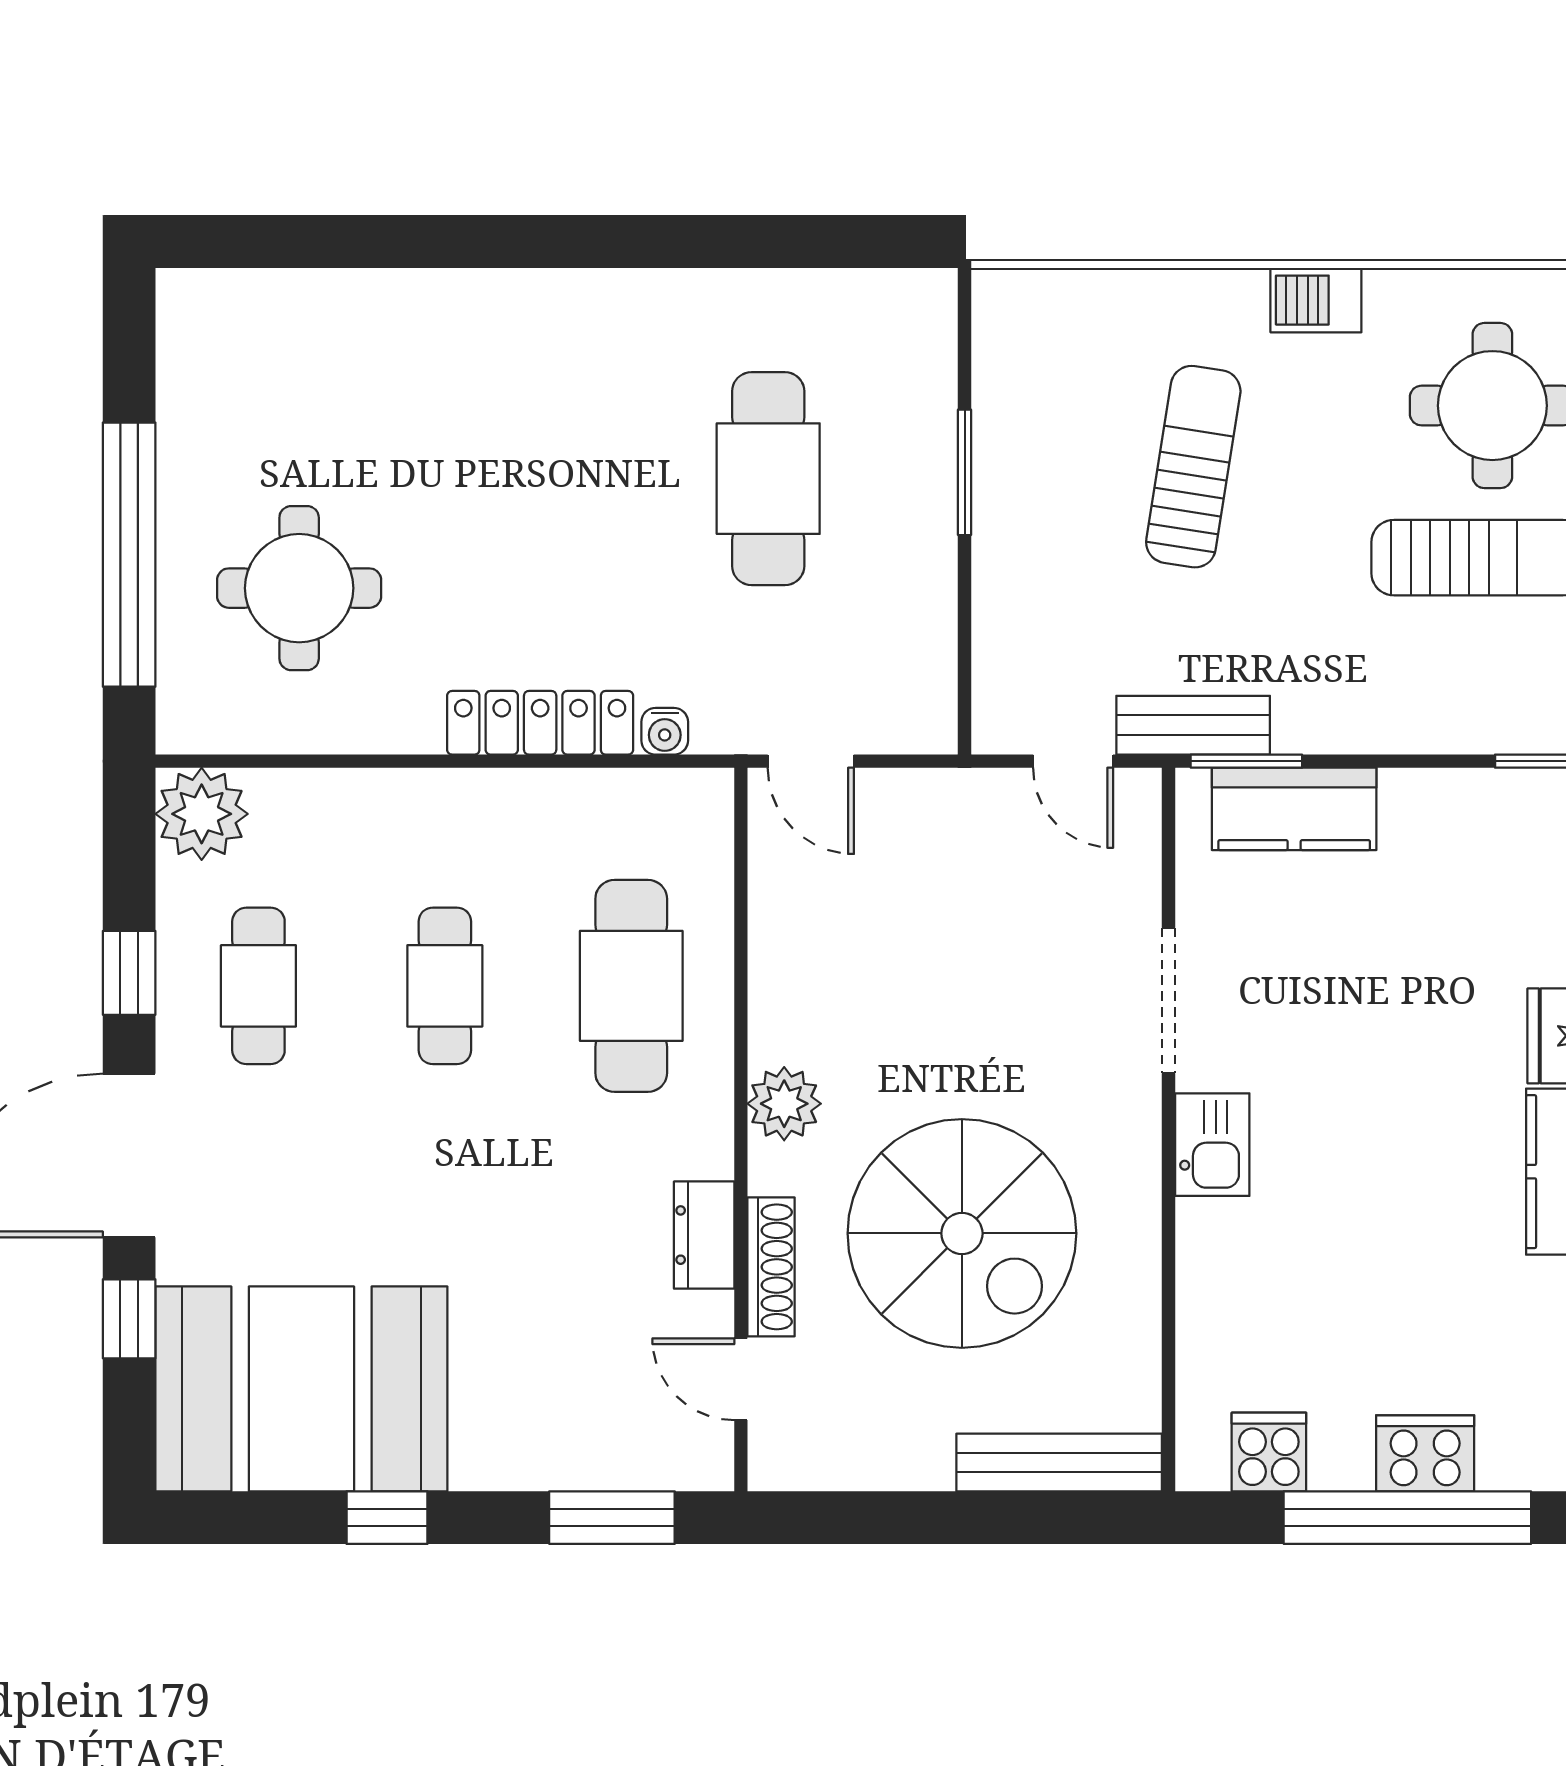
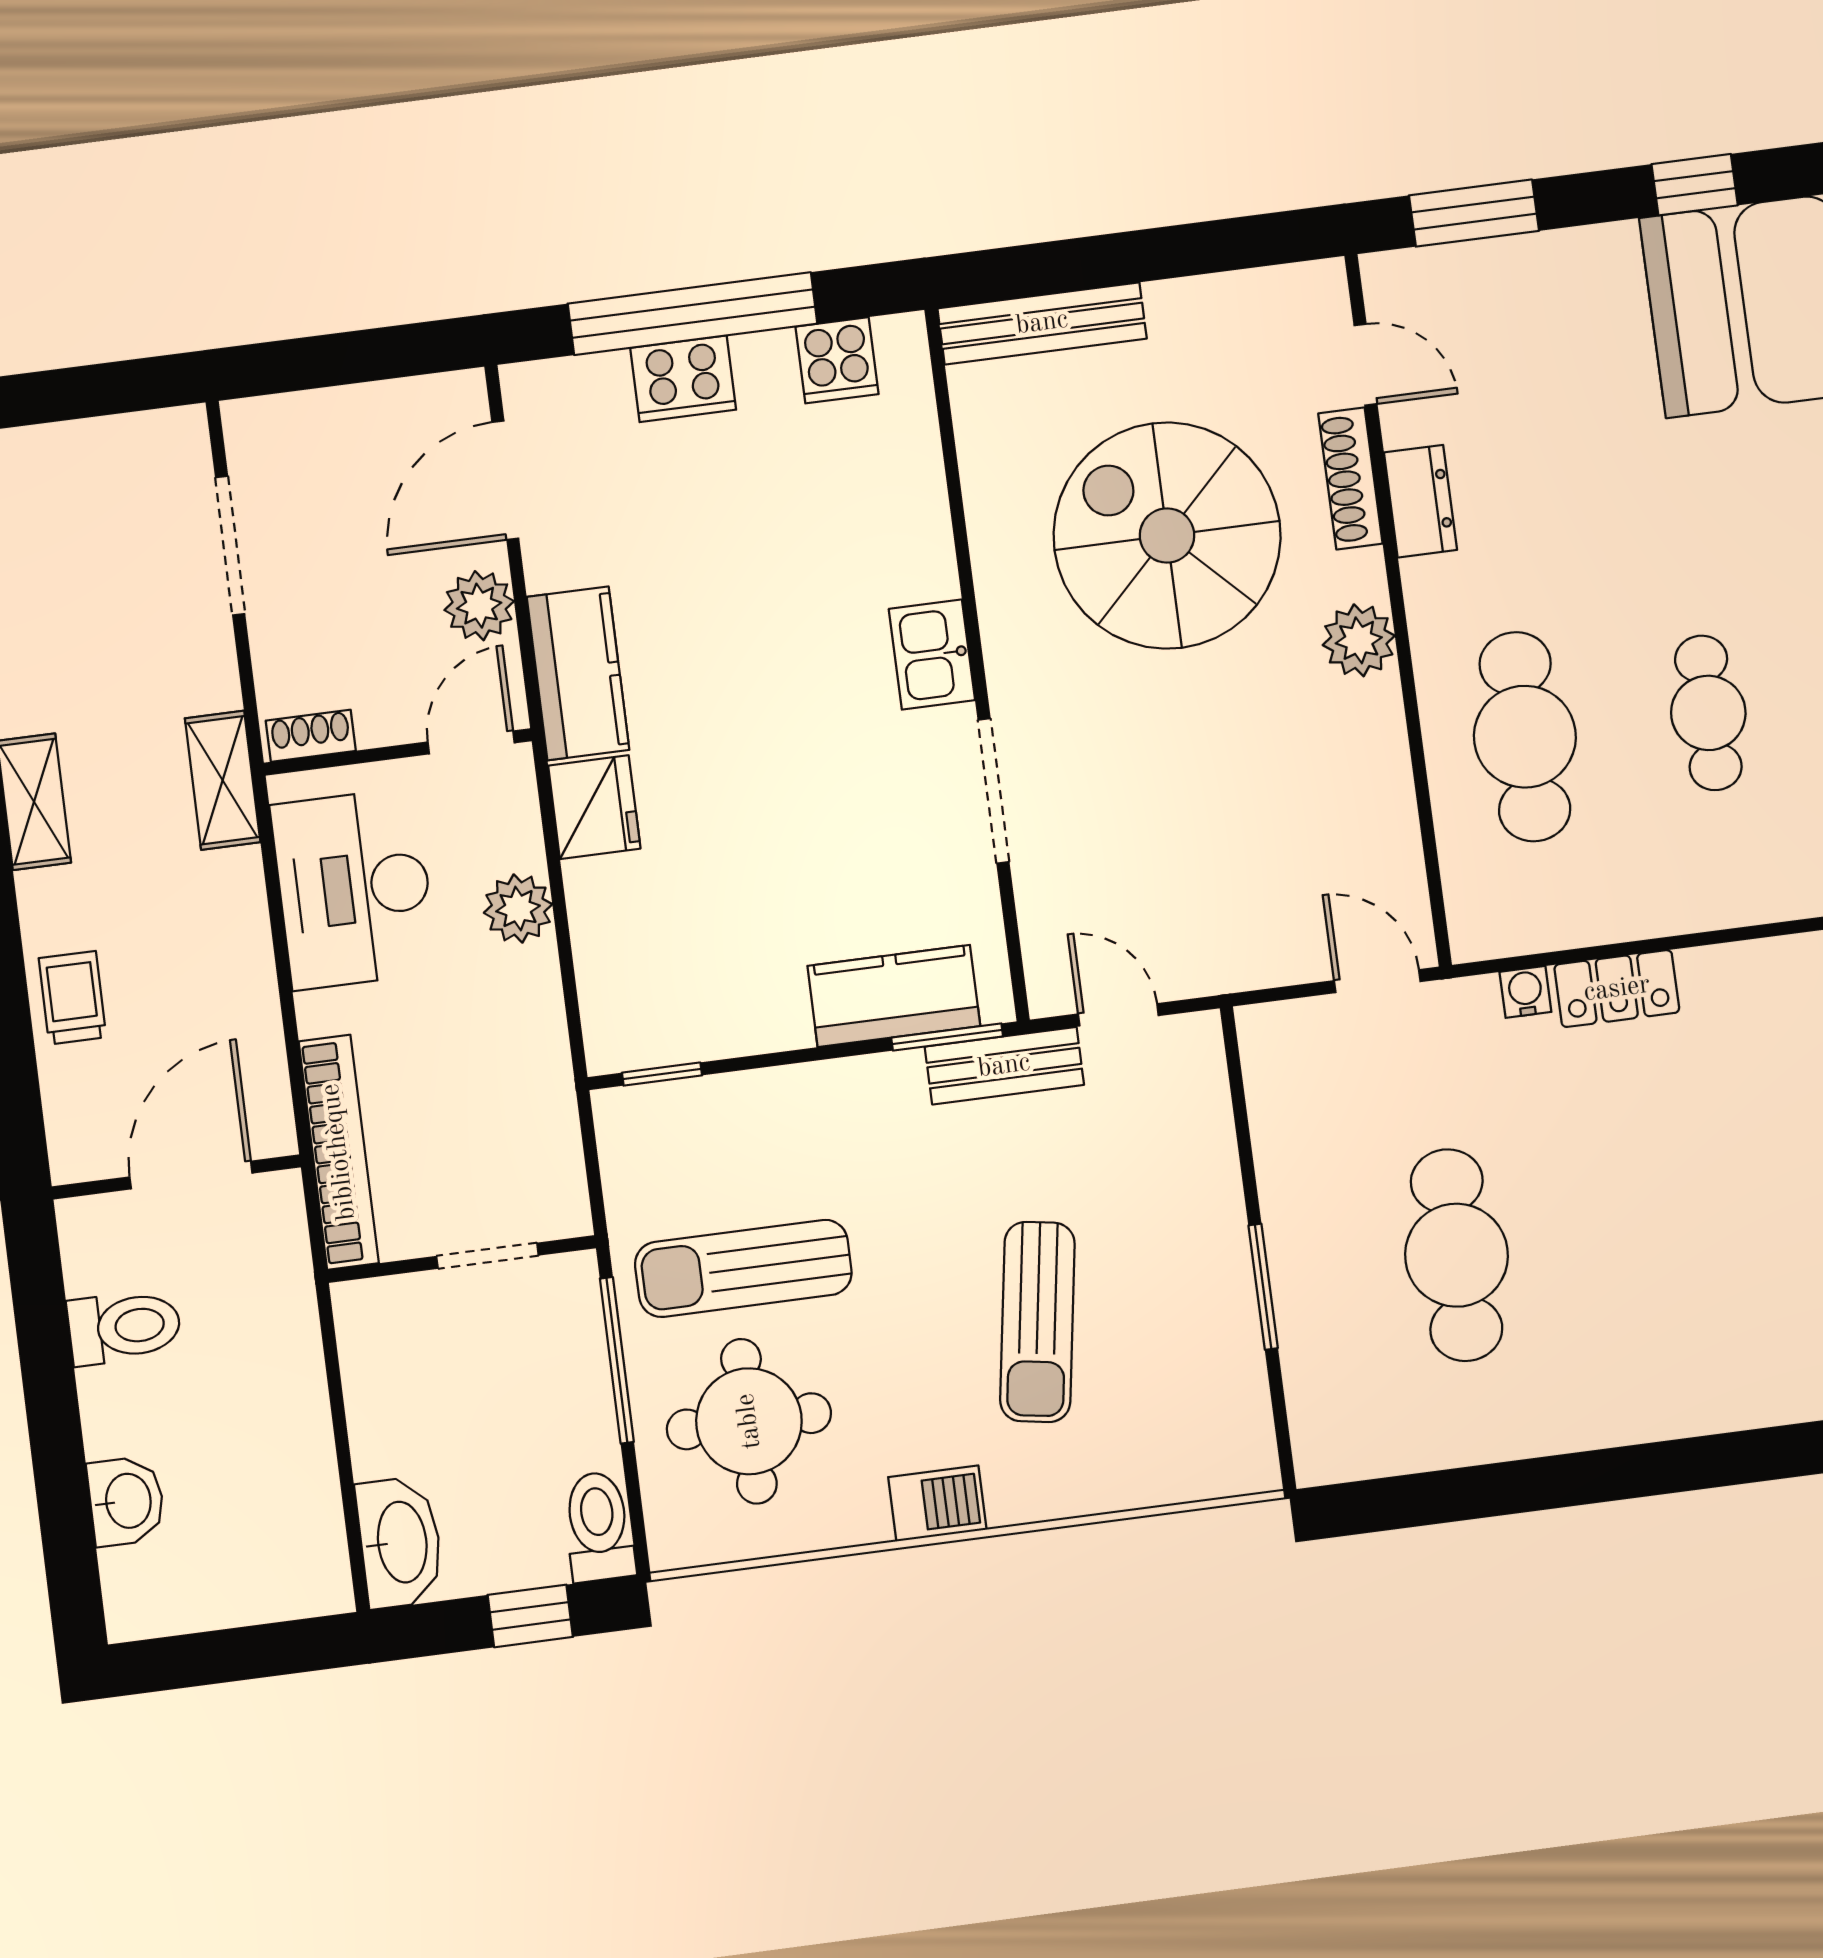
locker: (540, 723) -> (1617, 989), width x0.66

